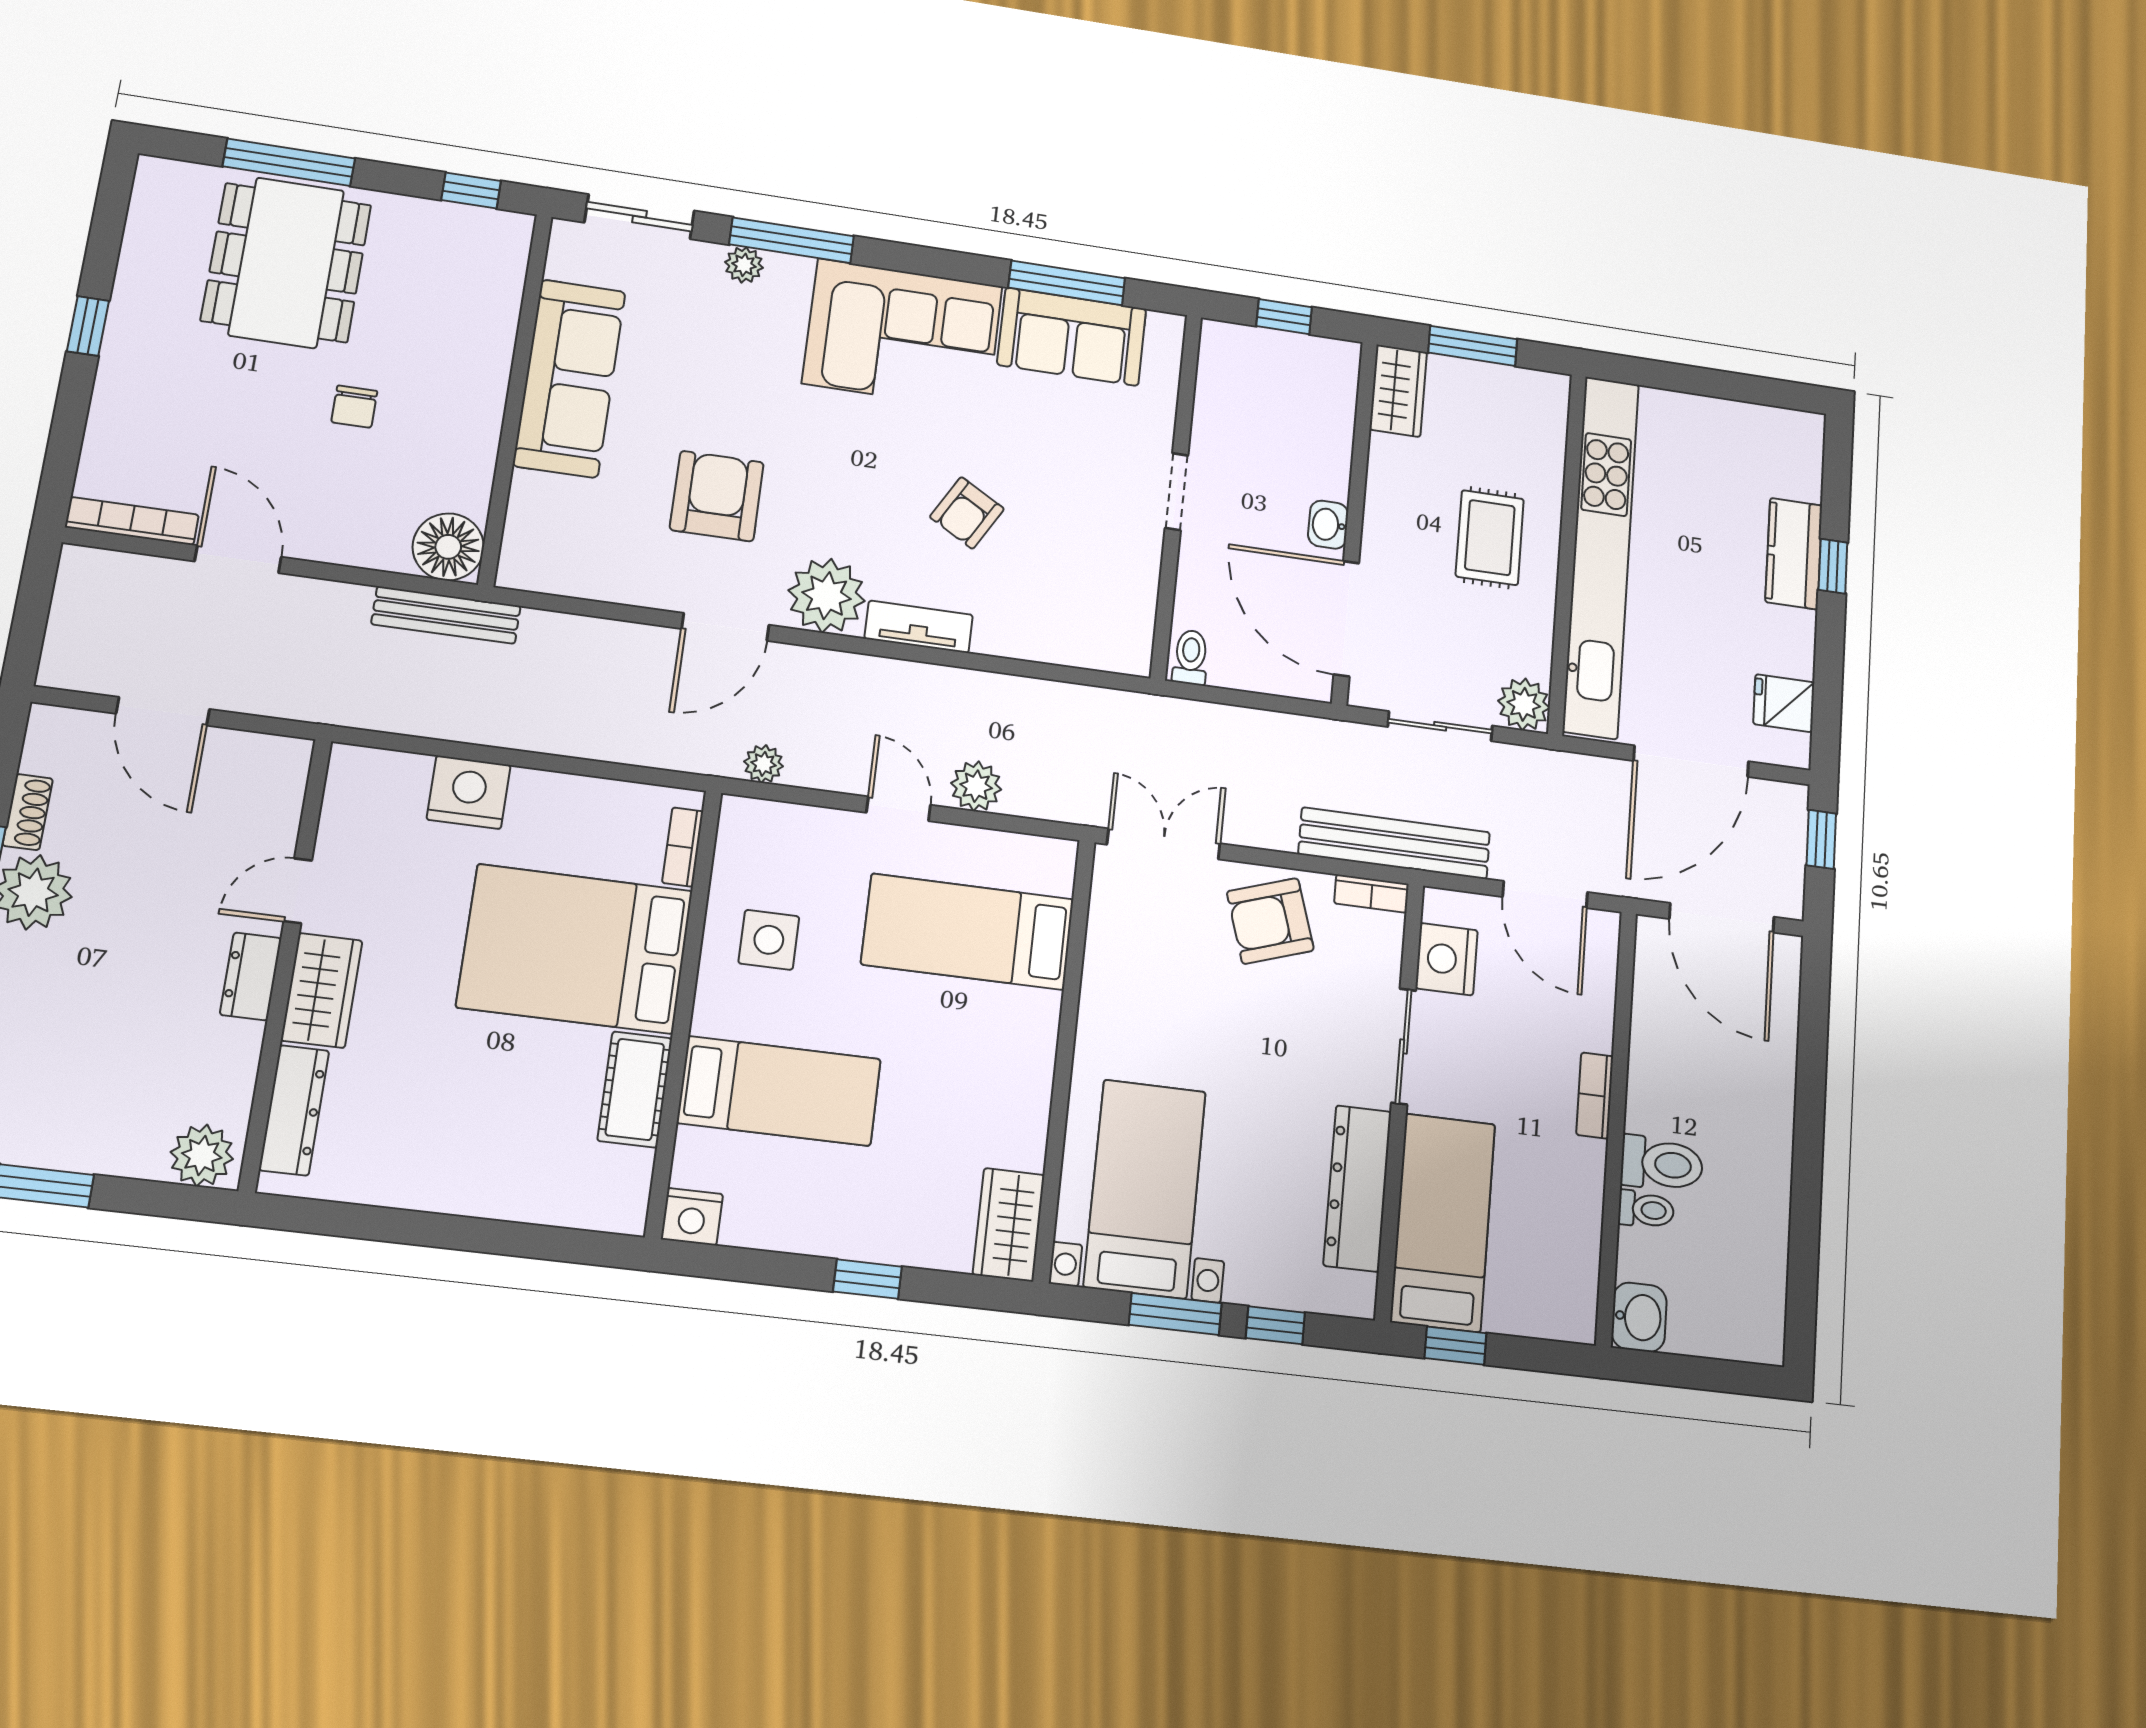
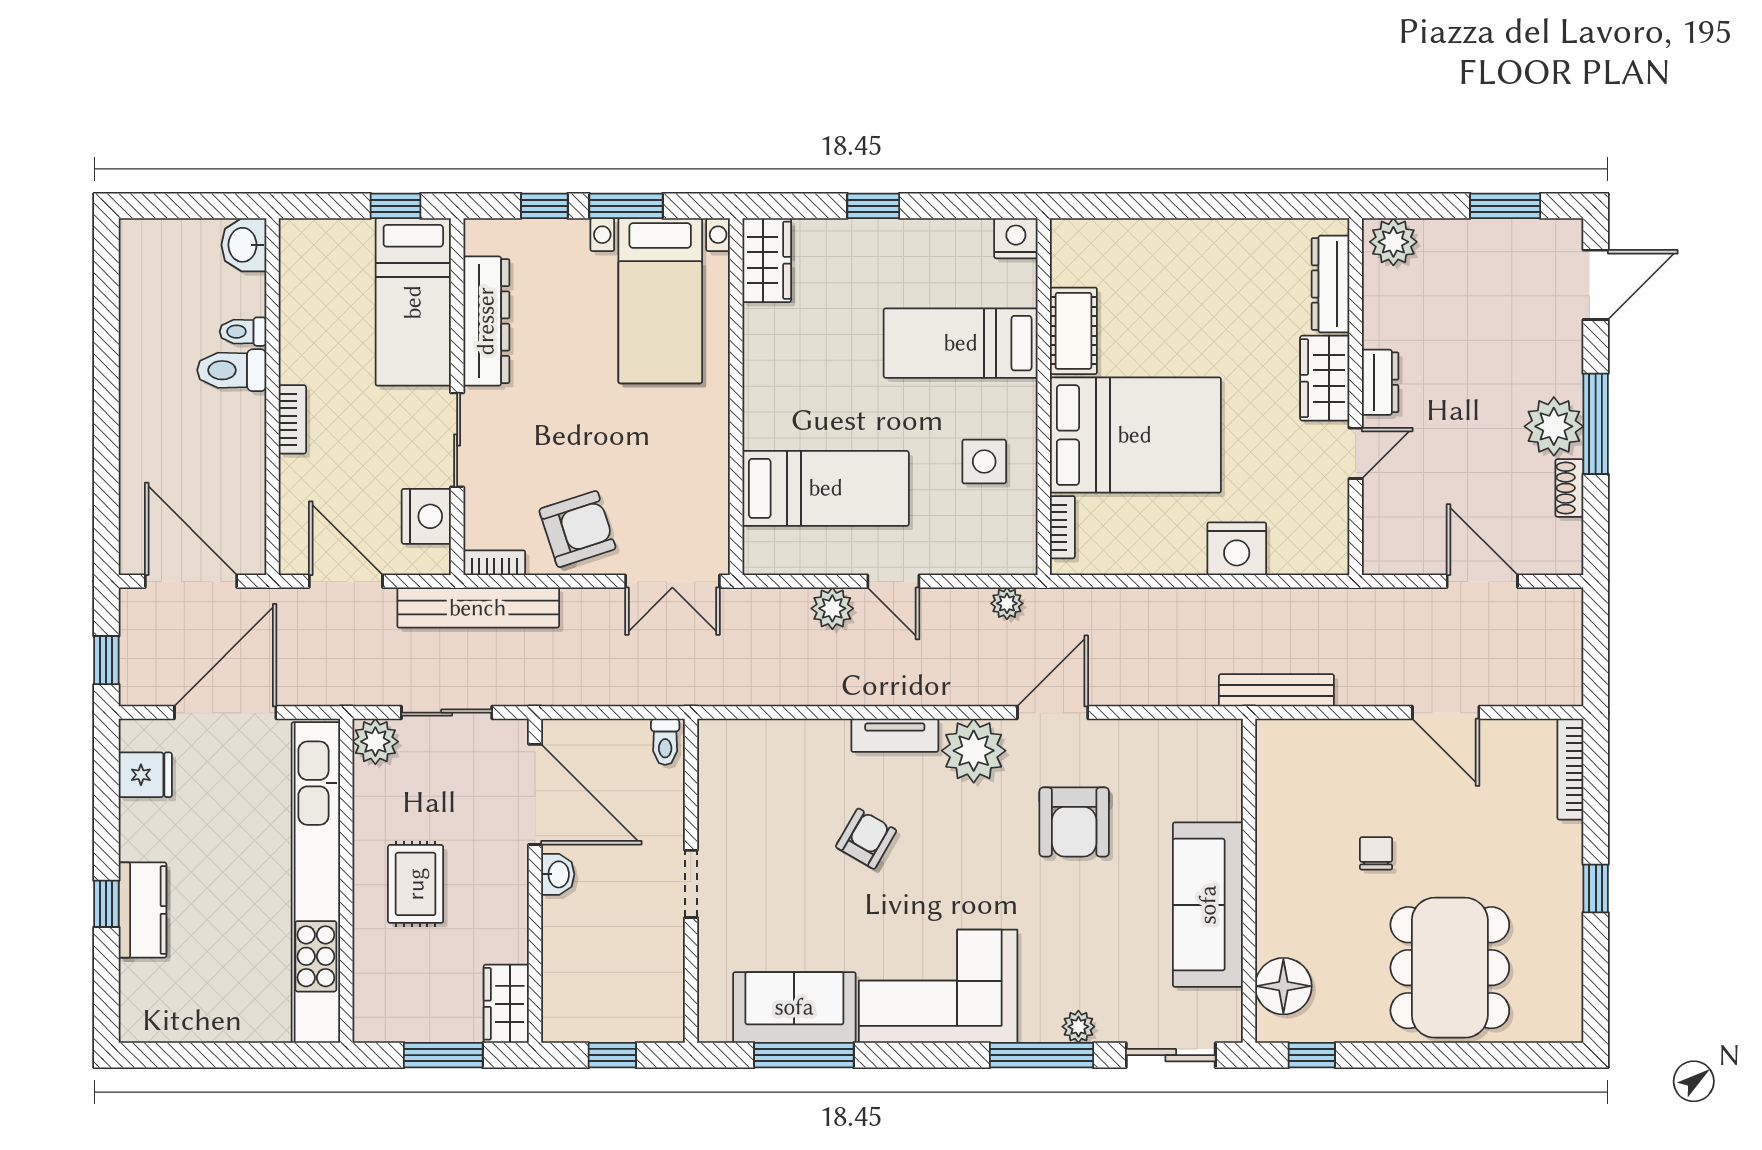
window: (289, 162) -> (1462, 1055), removed
bookcase: (132, 521) -> (1570, 769), moved, turned 90
floor lamp: (448, 547) -> (1283, 986), moved

